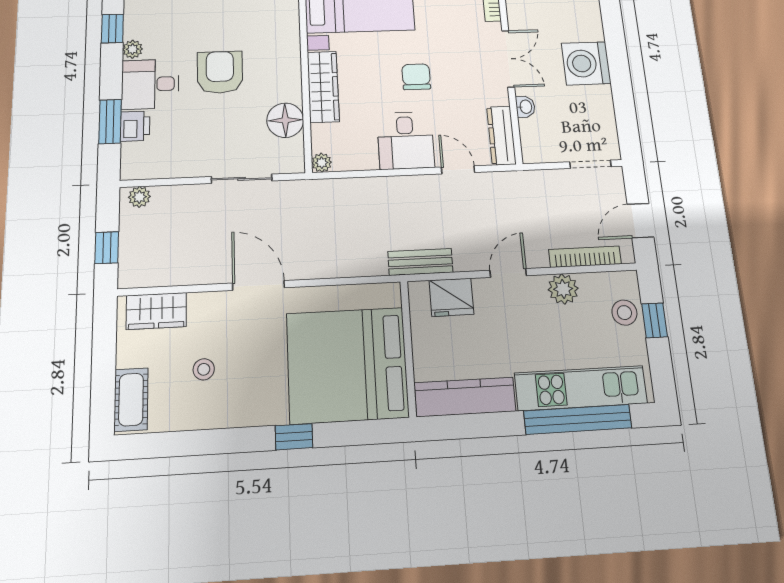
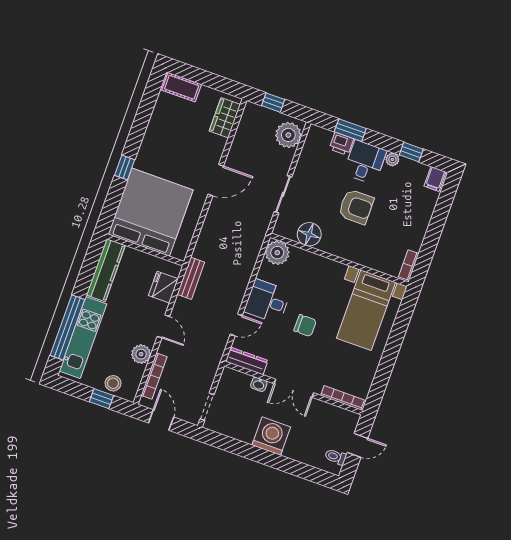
wardrobe: (323, 87) -> (321, 266), removed
plant: (322, 163) -> (277, 253), width x1.87, depth x1.87
plant: (139, 197) -> (288, 135), width x1.88, depth x1.88
stool: (204, 369) -> (181, 132), removed

